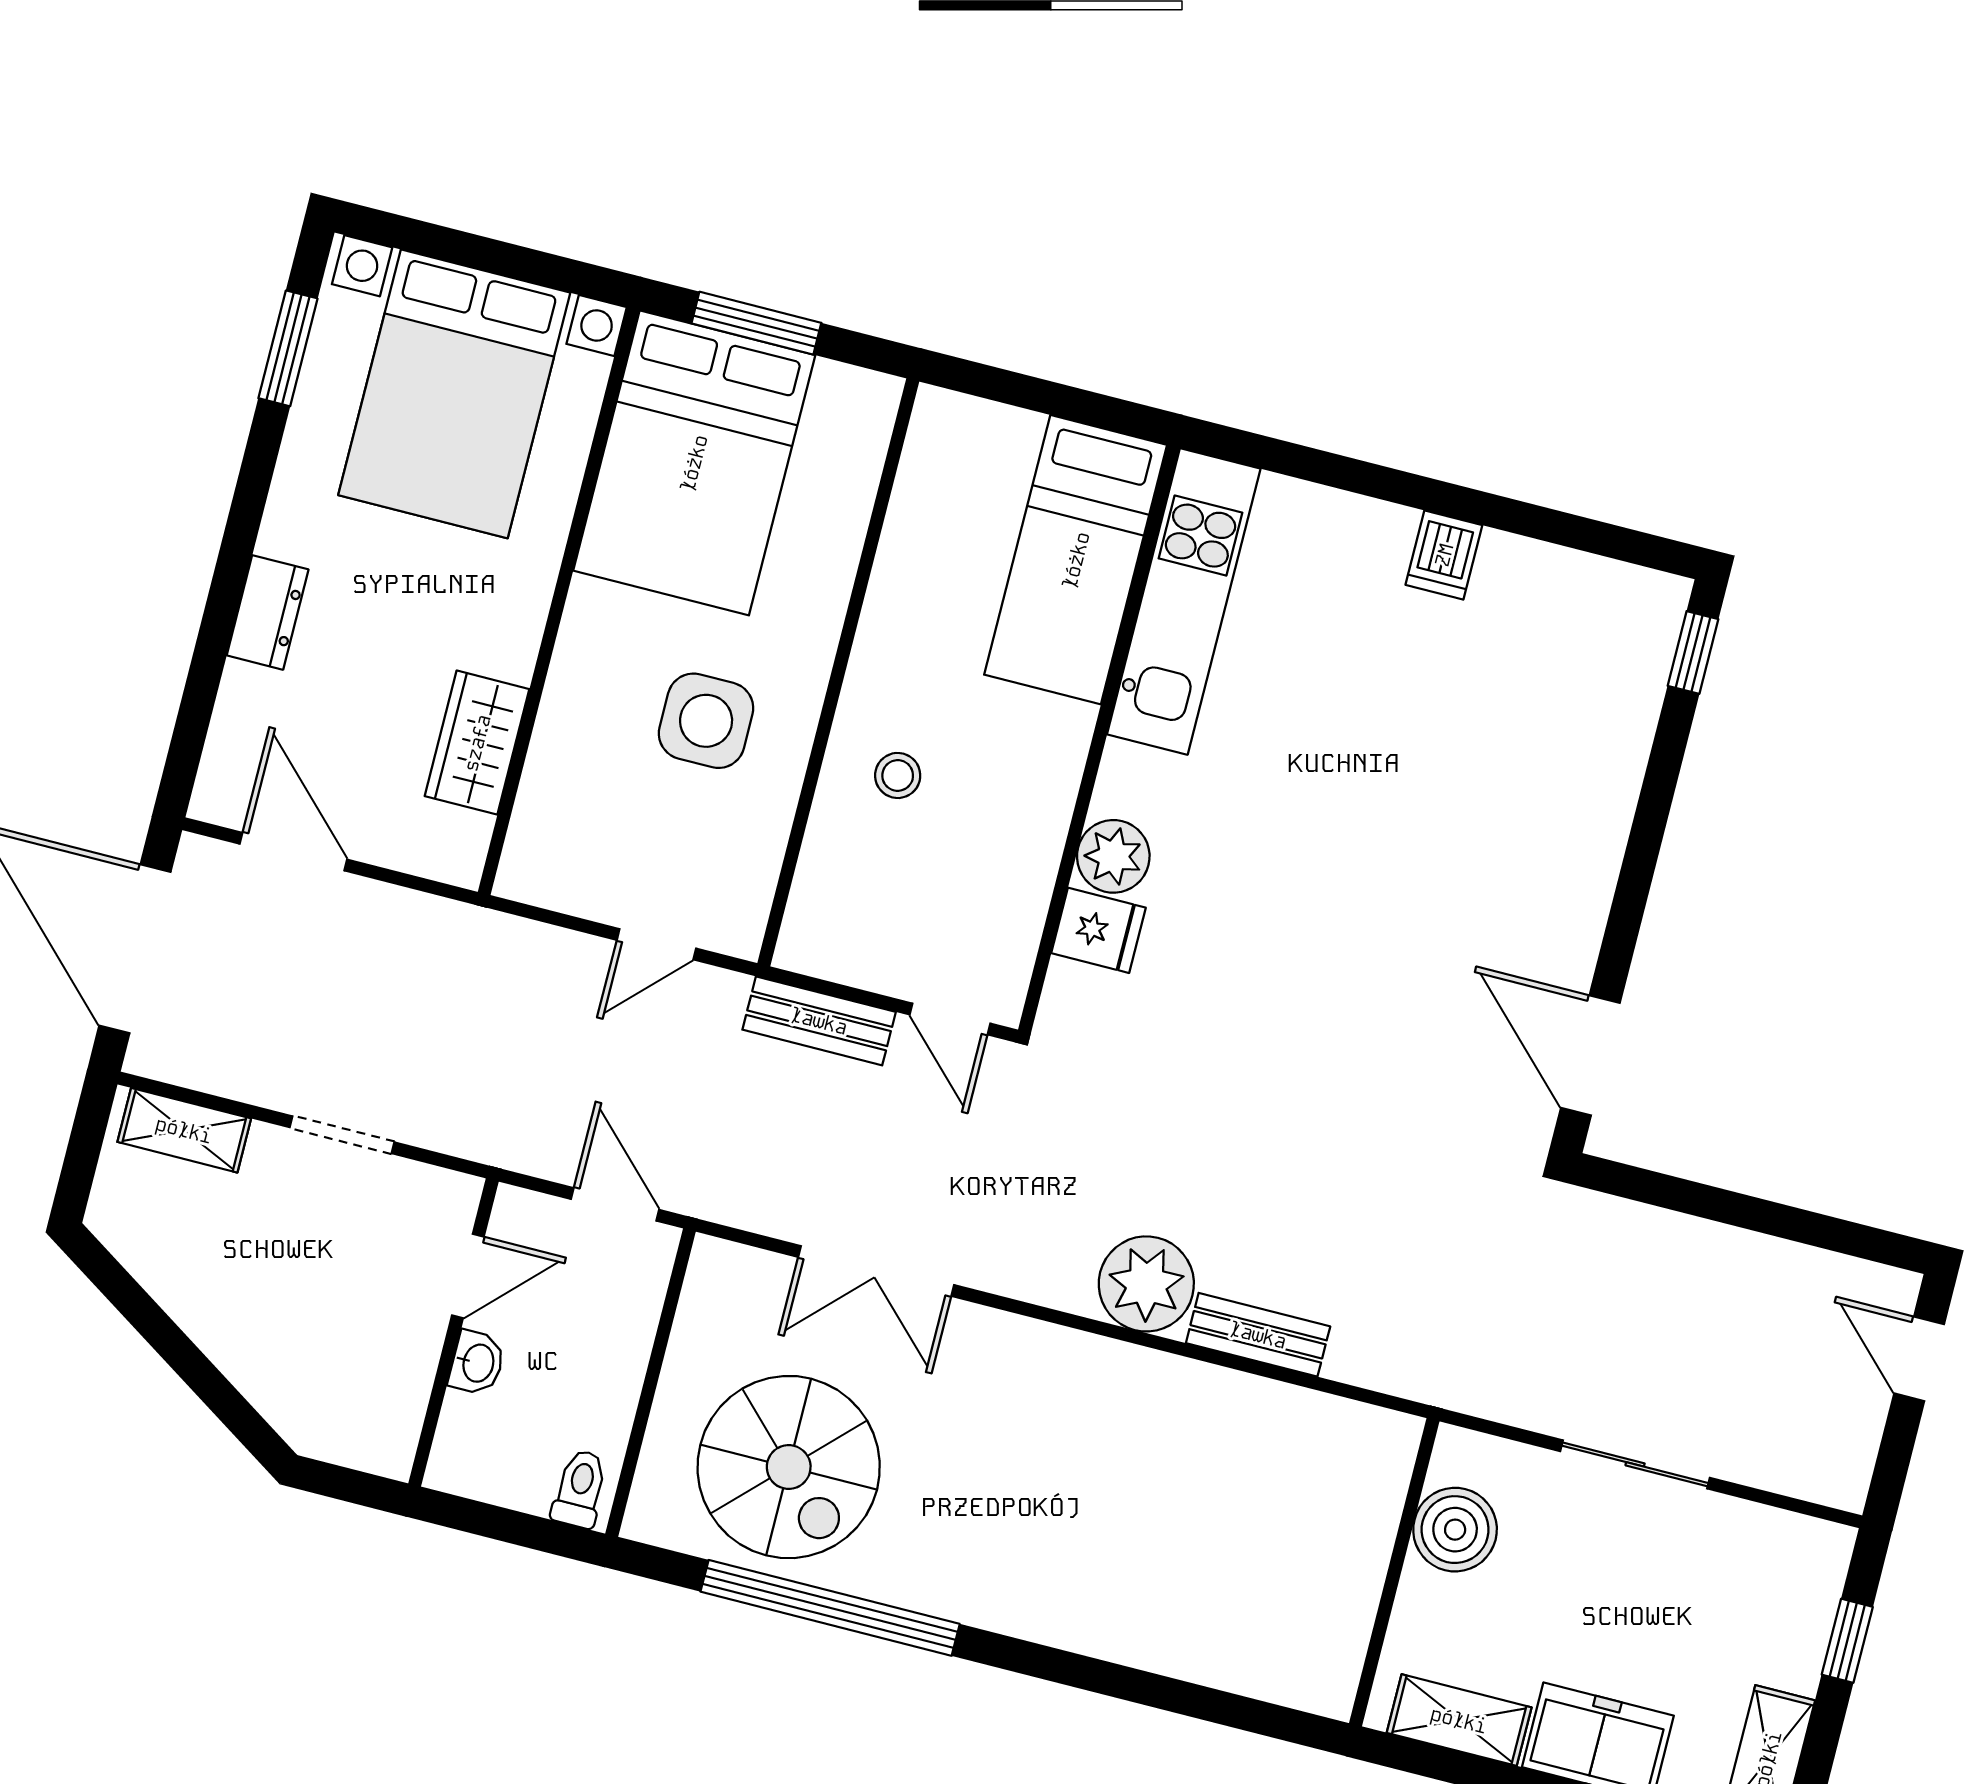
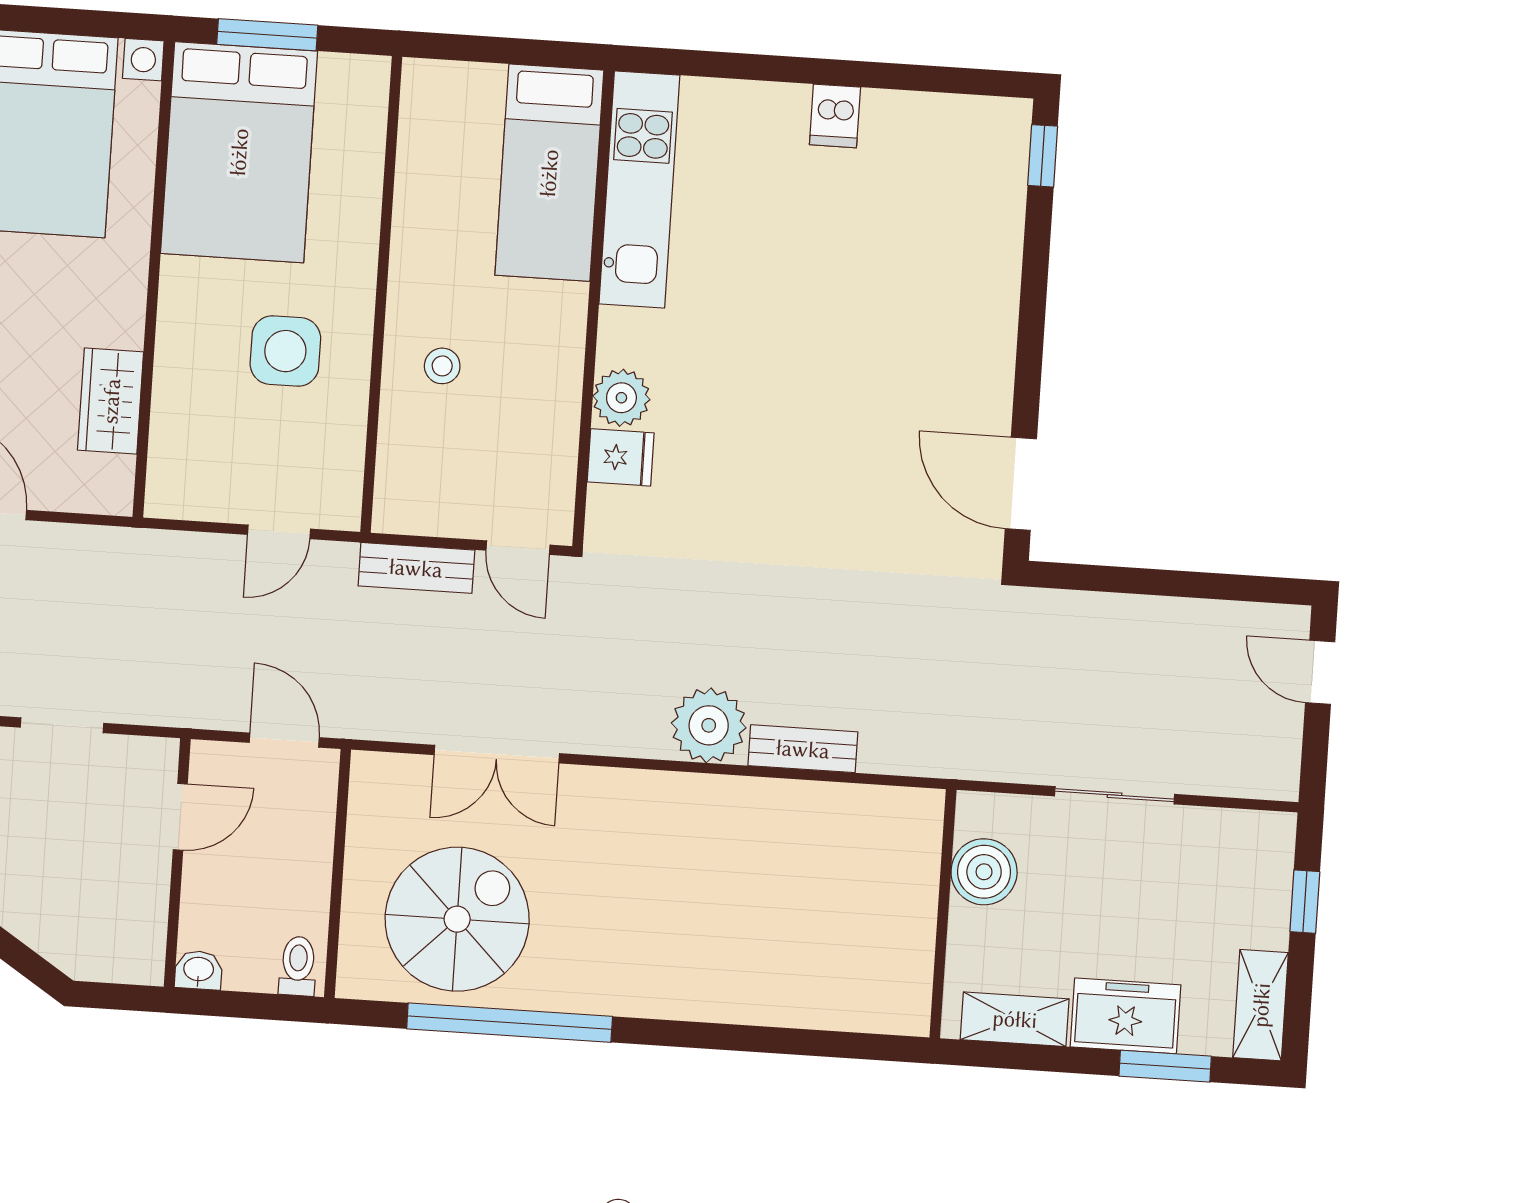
washbasin: (477, 1363) -> (199, 970), moved, turned -90
spiral stairs: (789, 1467) -> (457, 919), turned -90

